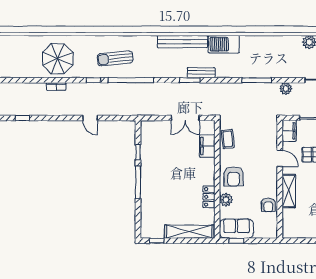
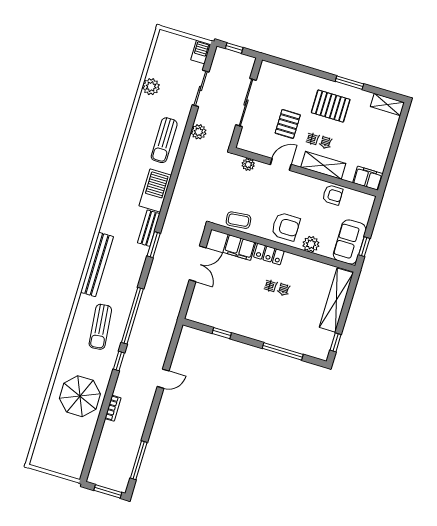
bench: (182, 42) -> (97, 264), moved
barbecue: (224, 44) -> (155, 191), moved, turned 180
sun lounger: (272, 64) -> (164, 140), added
window: (257, 80) -> (178, 164), removed
window: (22, 118) -> (139, 460), width x2.17
filing cabinet: (289, 131) -> (368, 178), moved
plant: (272, 134) -> (248, 164), added
window: (138, 182) -> (283, 351), moved
locker: (209, 197) -> (269, 254), moved

